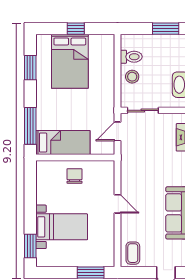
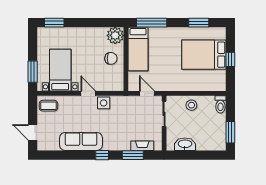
toilet: (131, 57) -> (220, 104), moved
plant: (46, 171) -> (115, 35), added
side table: (129, 185) -> (104, 103), added
door: (118, 204) -> (88, 93), swing flipped
bed with nightstands: (62, 227) -> (60, 70), moved, turned 180

